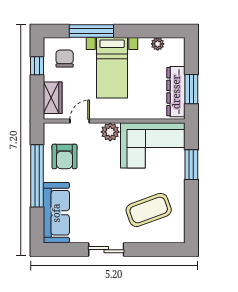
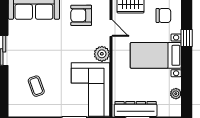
window: (91, 31) -> (187, 38), width x0.46
coffee table: (149, 210) -> (36, 86), width x0.54, depth x0.58

